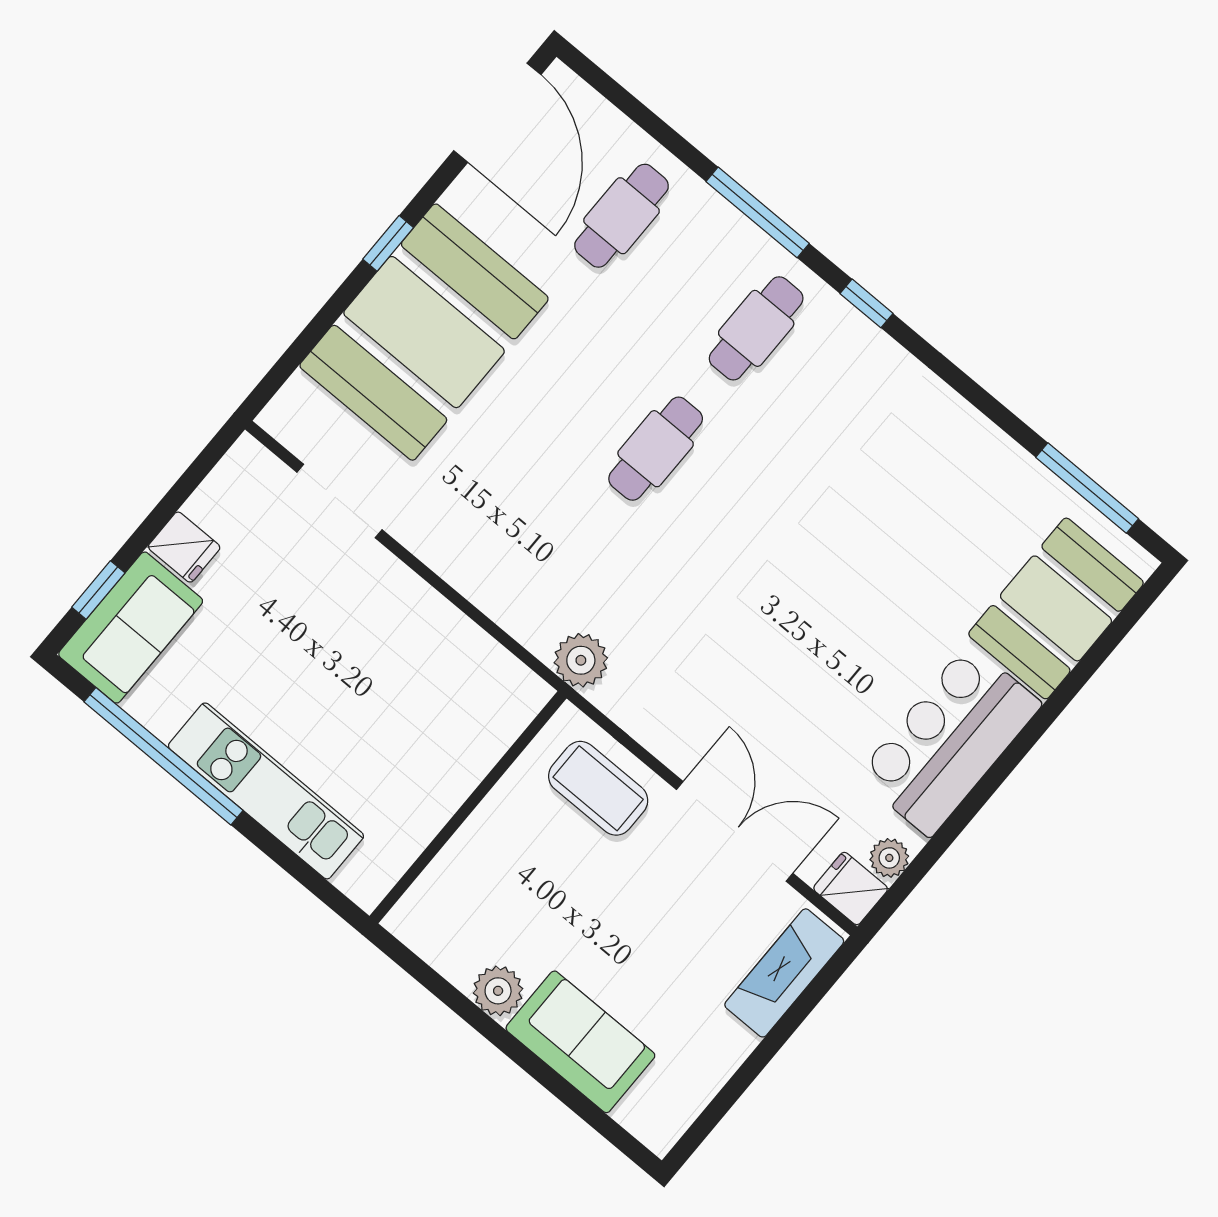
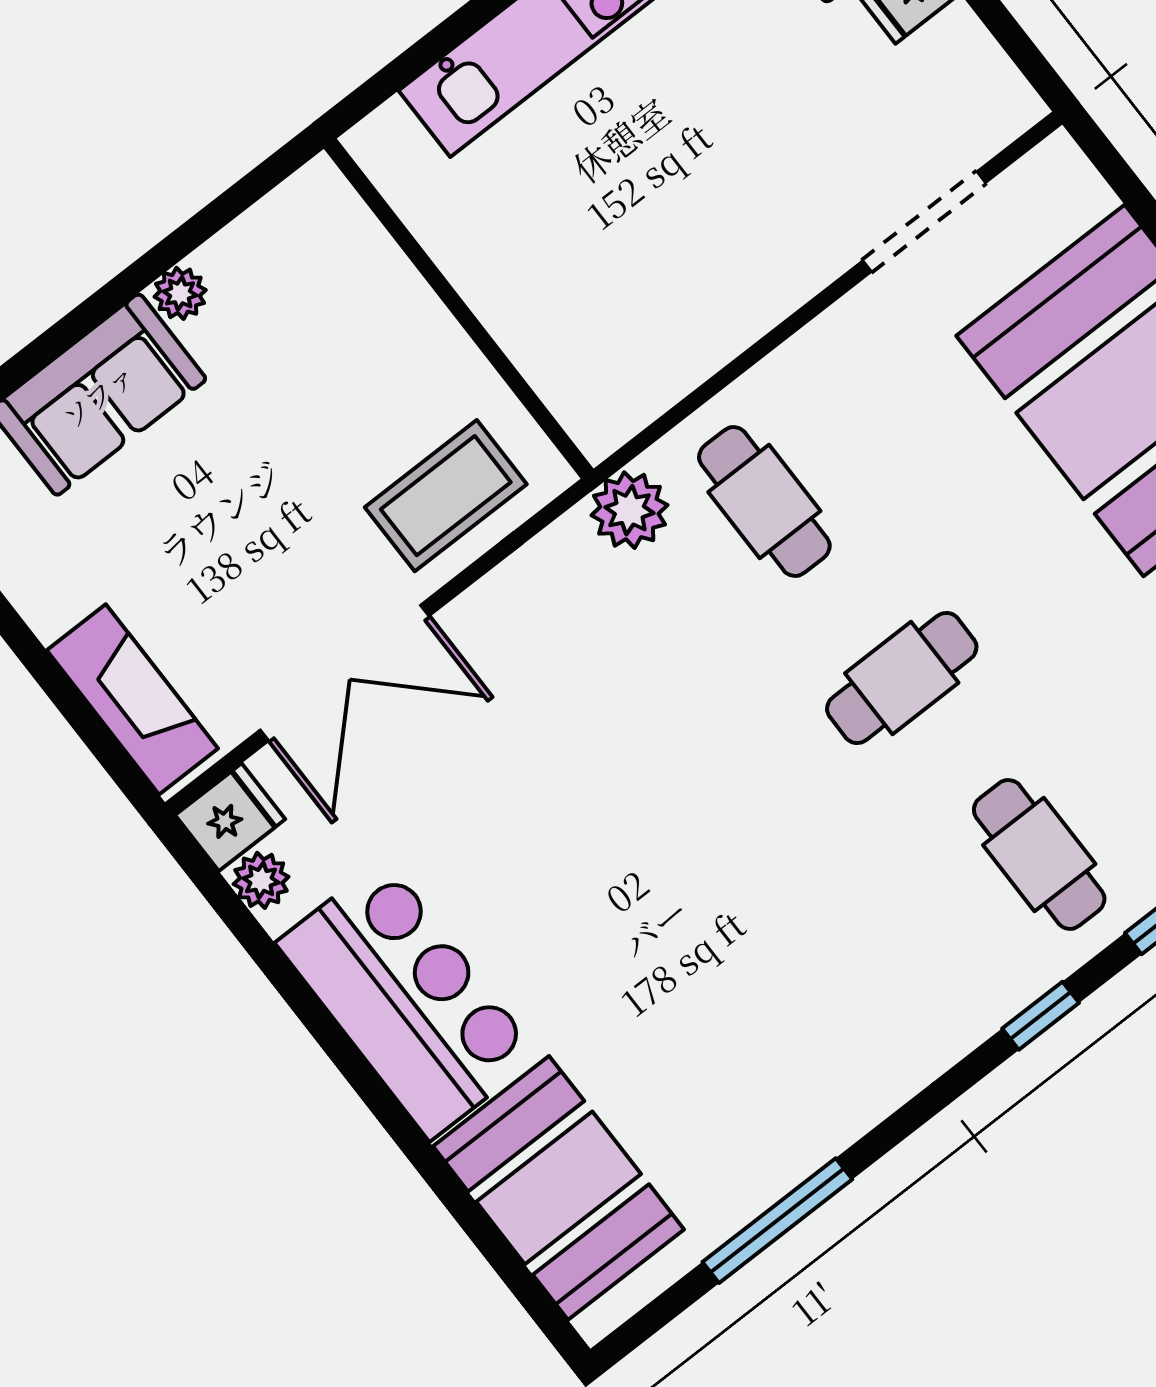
cafe table: (656, 449) -> (902, 678), turned 90
window: (1087, 488) -> (777, 1221), moved
cafe table: (555, 569) -> (764, 501), added
plant: (498, 991) -> (180, 293), width x0.73, depth x0.73

